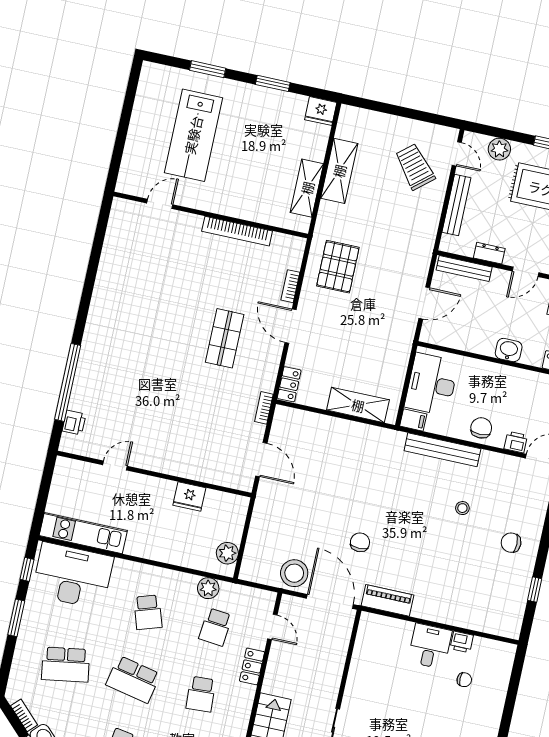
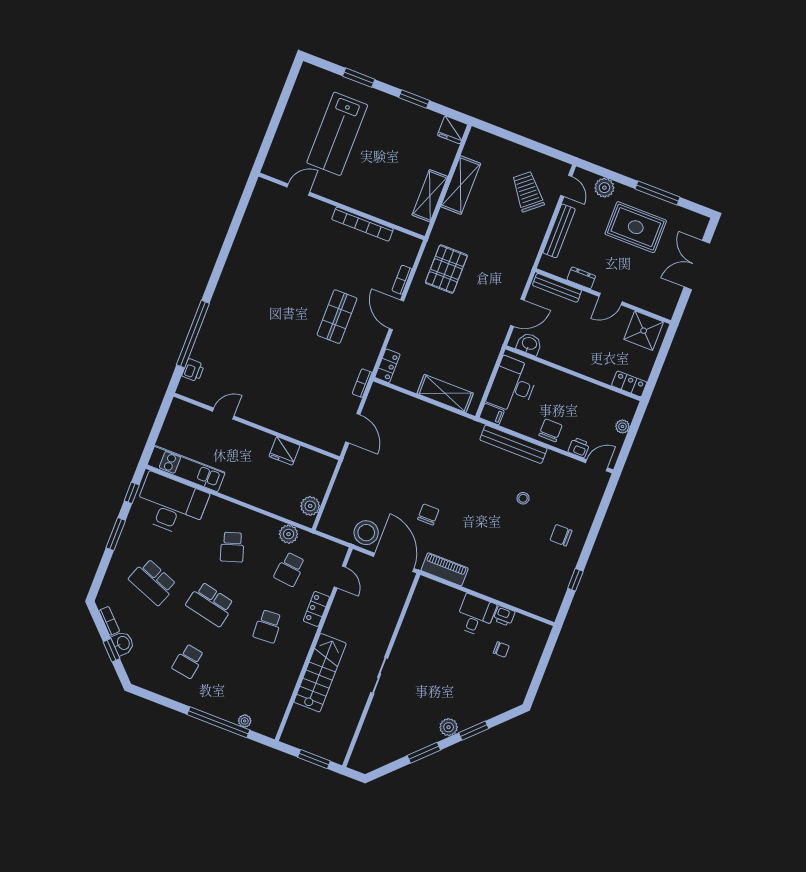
washbasin: (509, 350) -> (529, 344), moved
school desk: (66, 665) -> (153, 582), turned 30

